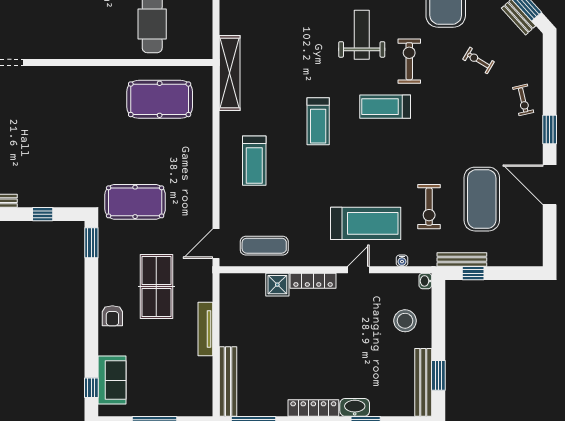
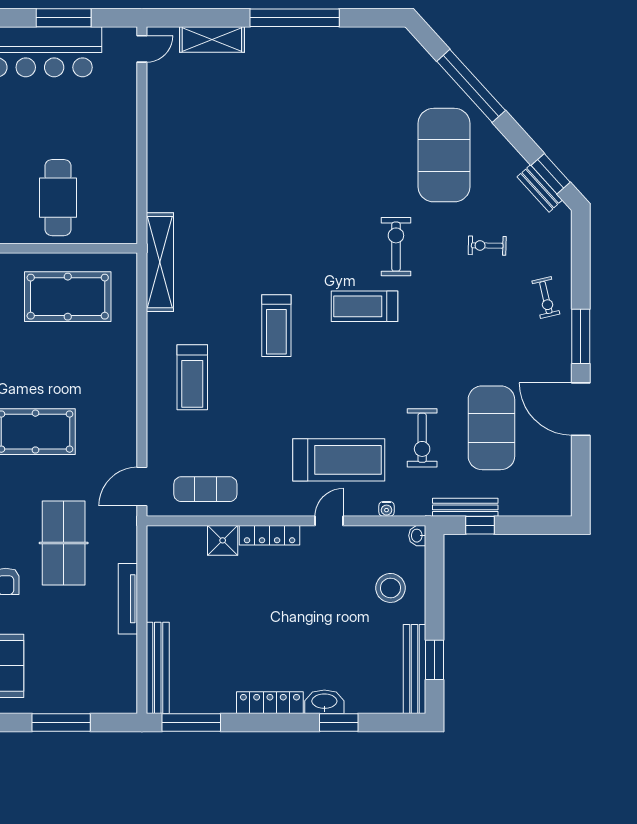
weight bench: (362, 35) -> (334, 212), removed
exercise bike: (479, 60) -> (487, 246), turned -30
window: (550, 130) -> (581, 336), width x1.44

